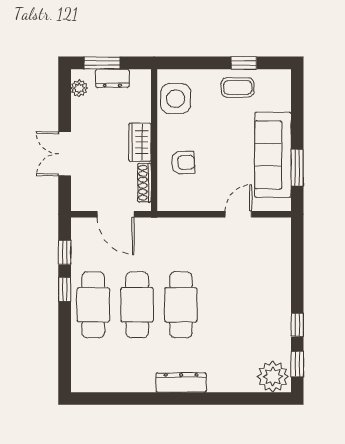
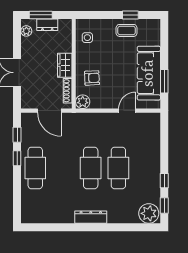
side table: (176, 99) -> (87, 38), width x0.54, depth x0.54
plant: (168, 200) -> (83, 102), added
cafe table: (137, 305) -> (118, 168), moved

